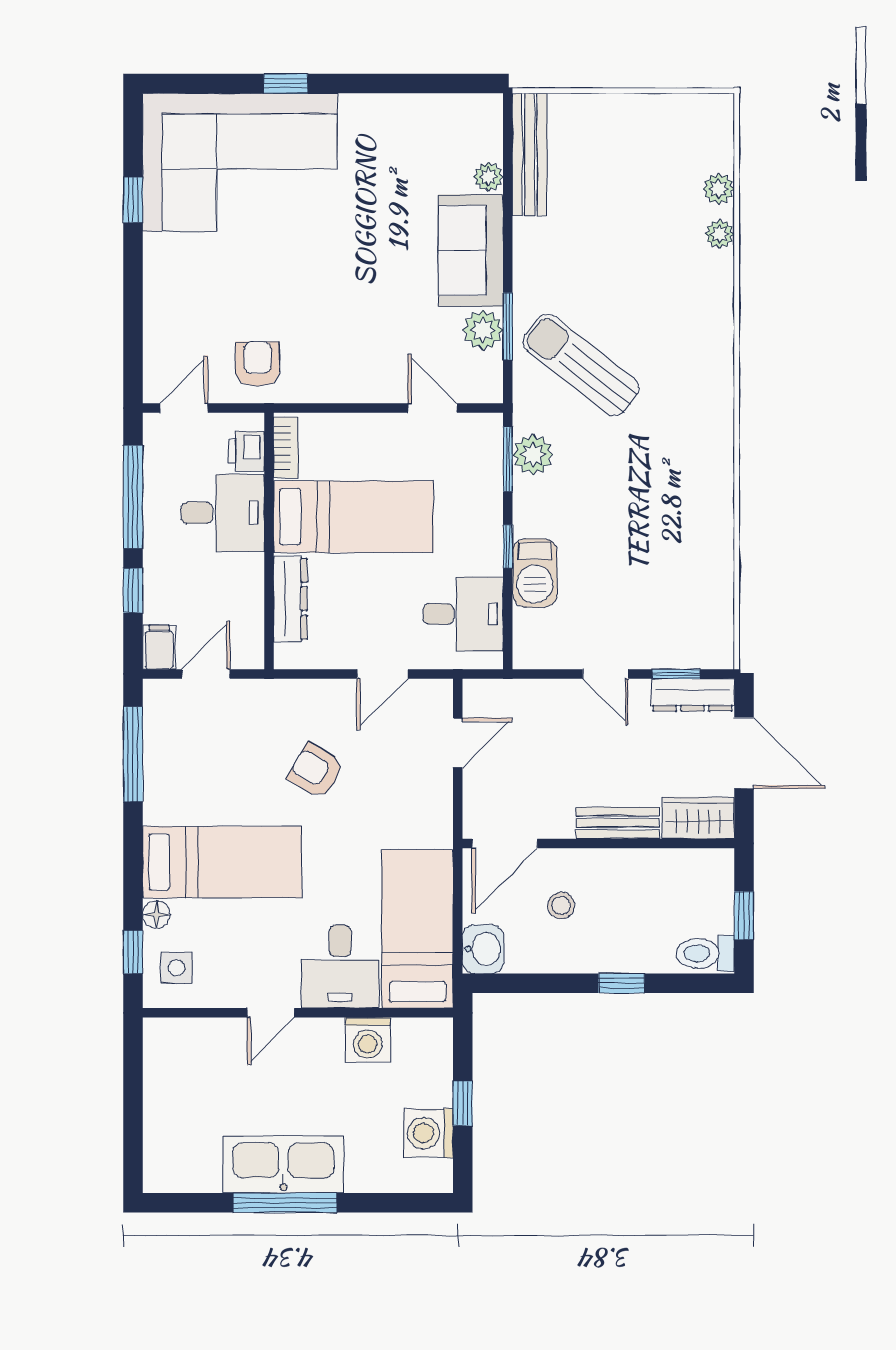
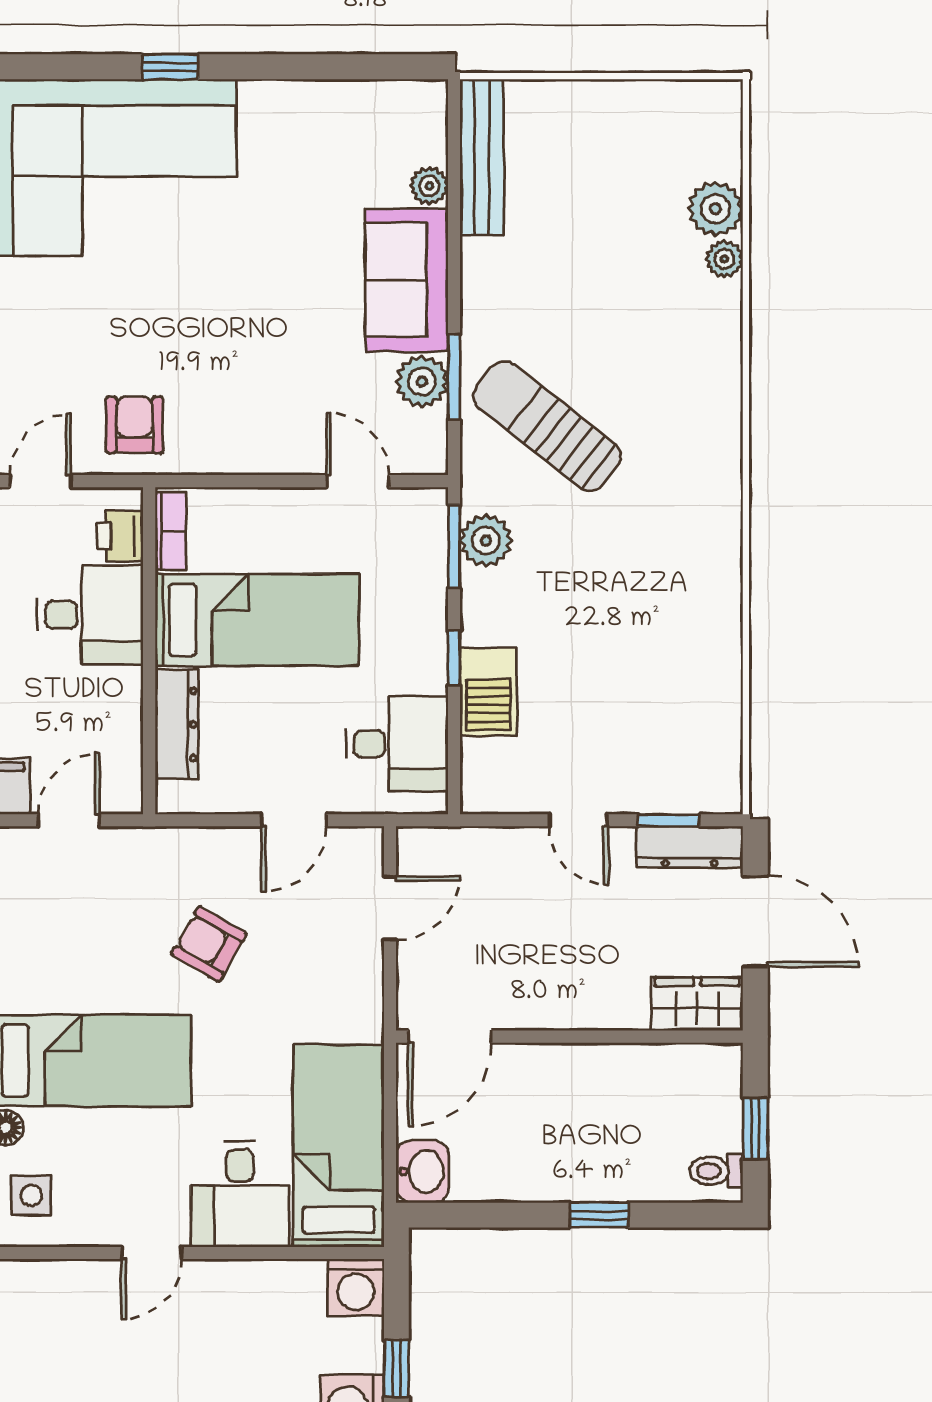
plant: (719, 189) -> (715, 209), width x1.38, depth x1.38
bench: (618, 823) -> (594, 1011), removed
stool: (561, 905) -> (522, 1116), removed
toilet: (705, 953) -> (716, 1171), width x0.73, depth x0.72
washing machine: (368, 1040) -> (356, 1287), moved

